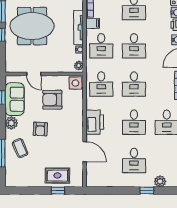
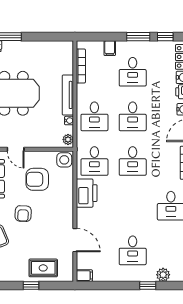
filing cabinet: (93, 23) -> (84, 276), moved
printer: (95, 122) -> (87, 193), moved
desk: (134, 122) -> (133, 206), removed
window: (58, 191) -> (31, 285), moved

